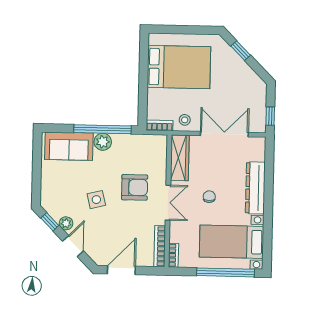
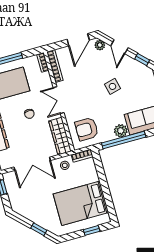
window: (176, 30) -> (92, 230), added
armchair: (135, 187) -> (87, 129), moved
plant: (66, 223) -> (100, 45), moved

